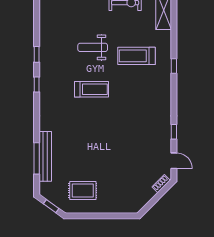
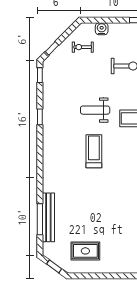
window: (37, 85) -> (40, 75), moved
treadmill: (91, 89) -> (94, 151), turned -90

